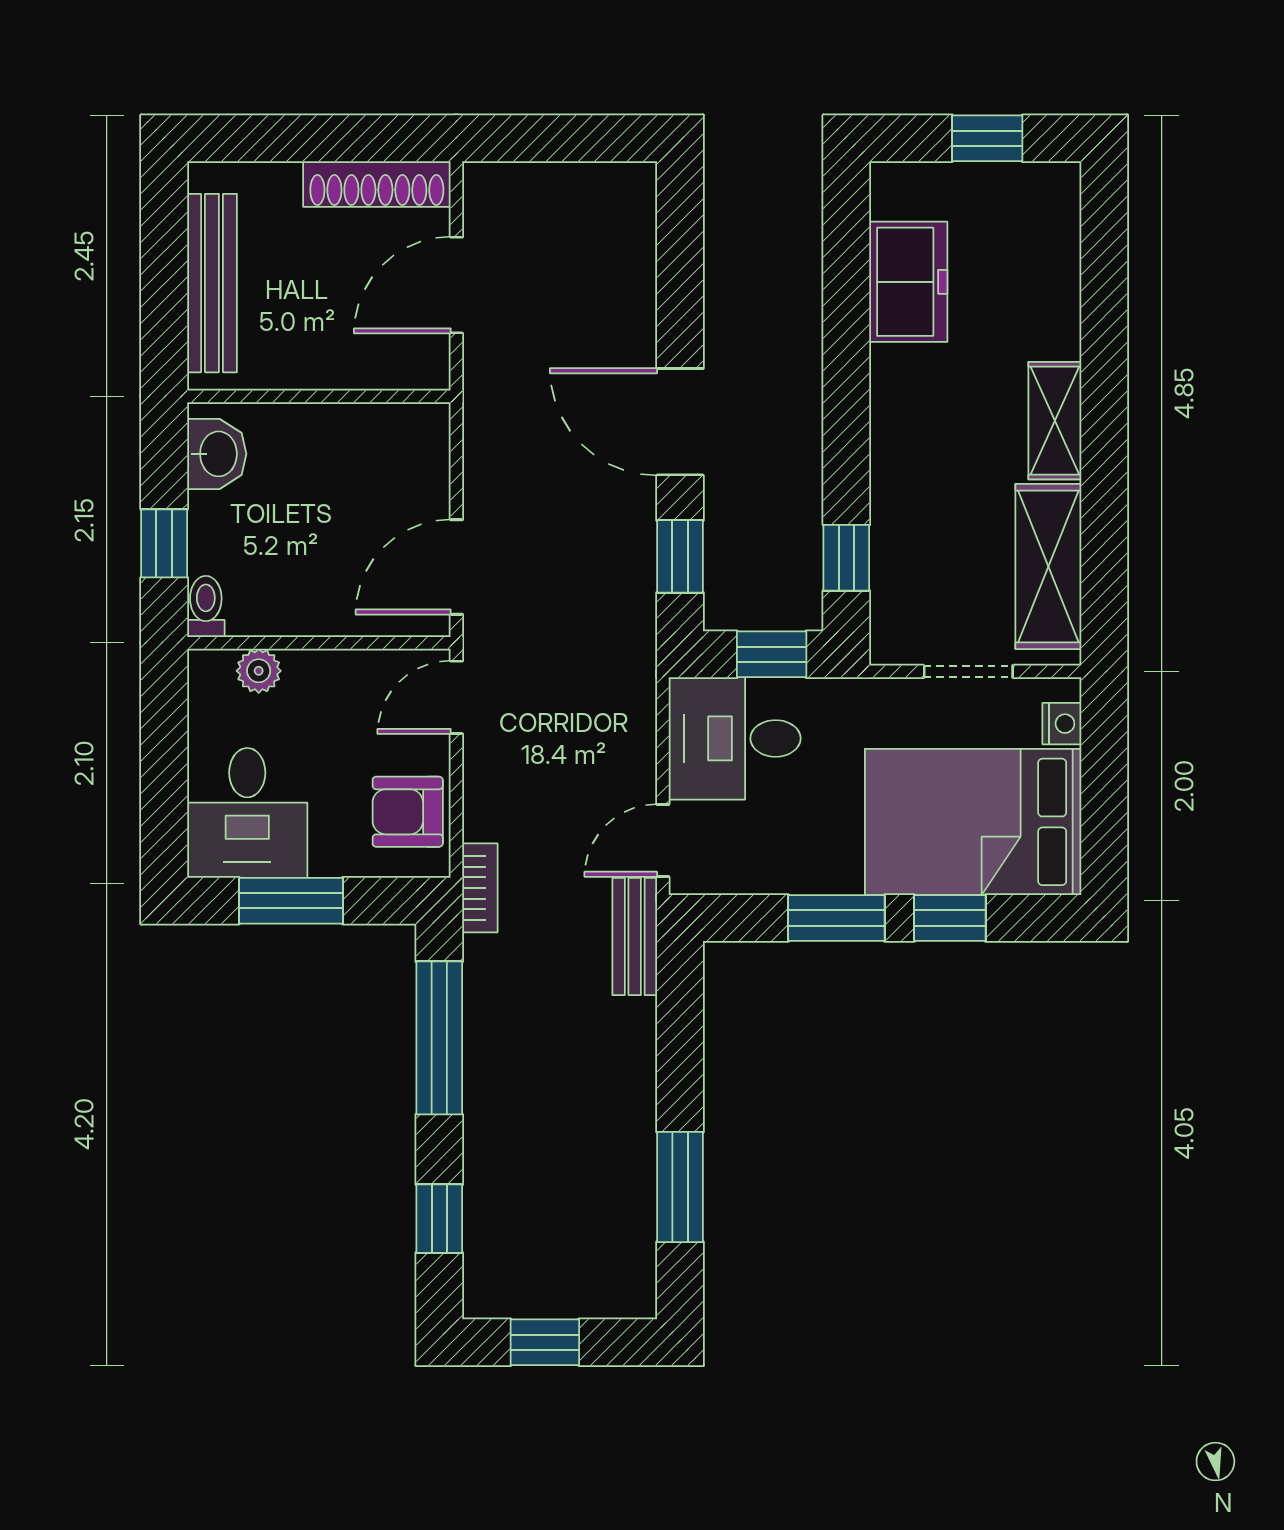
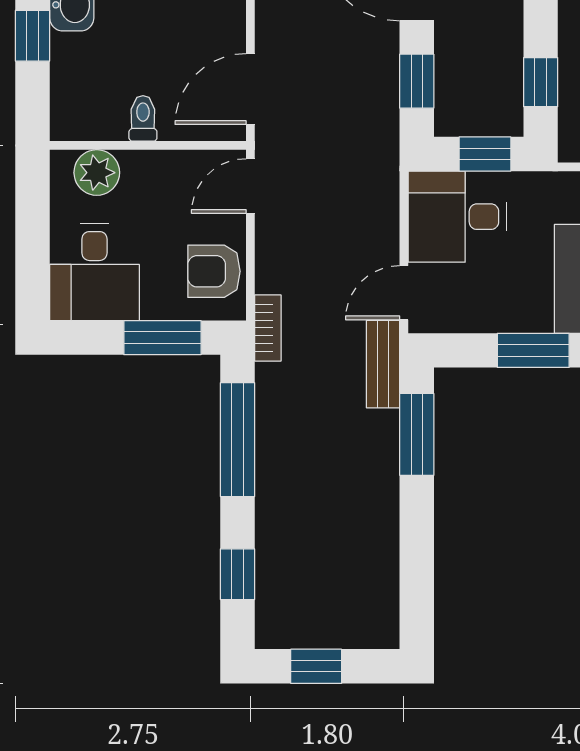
window: (164, 543) -> (33, 36), moved
toilet: (206, 606) -> (143, 118), moved
plant: (259, 671) -> (97, 173), width x1.38, depth x1.38
window: (291, 901) -> (162, 338), moved
window: (680, 1187) -> (417, 434), moved

